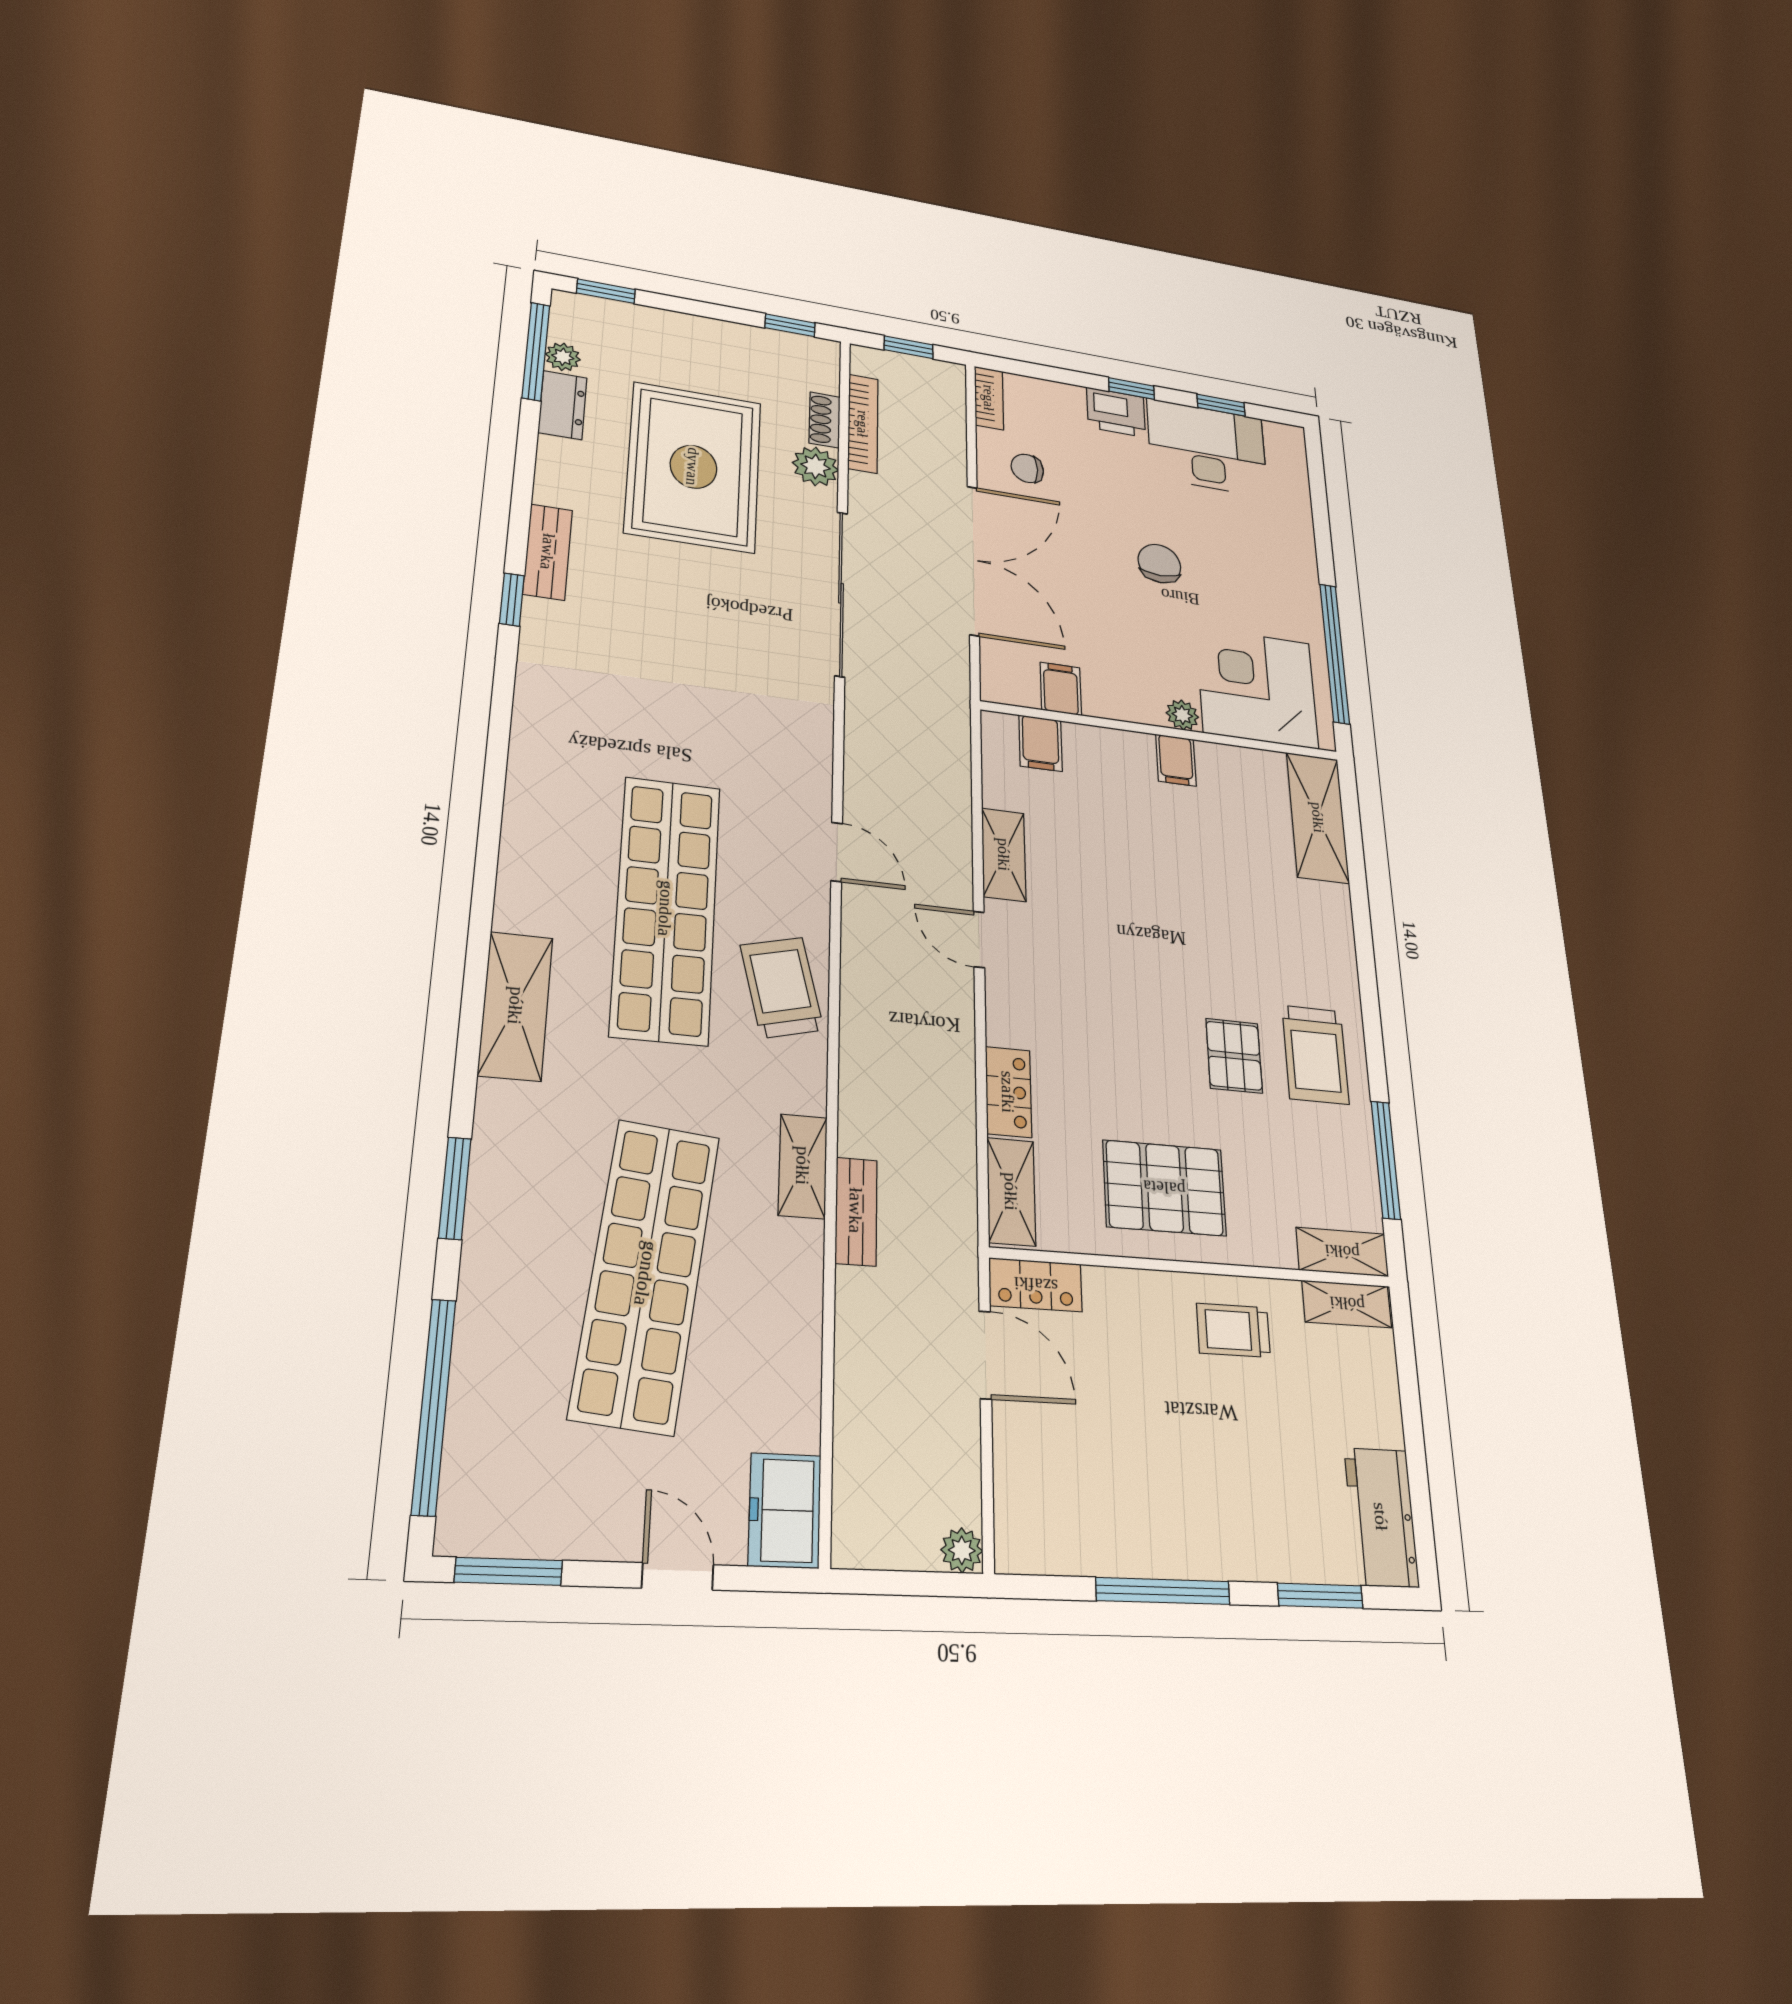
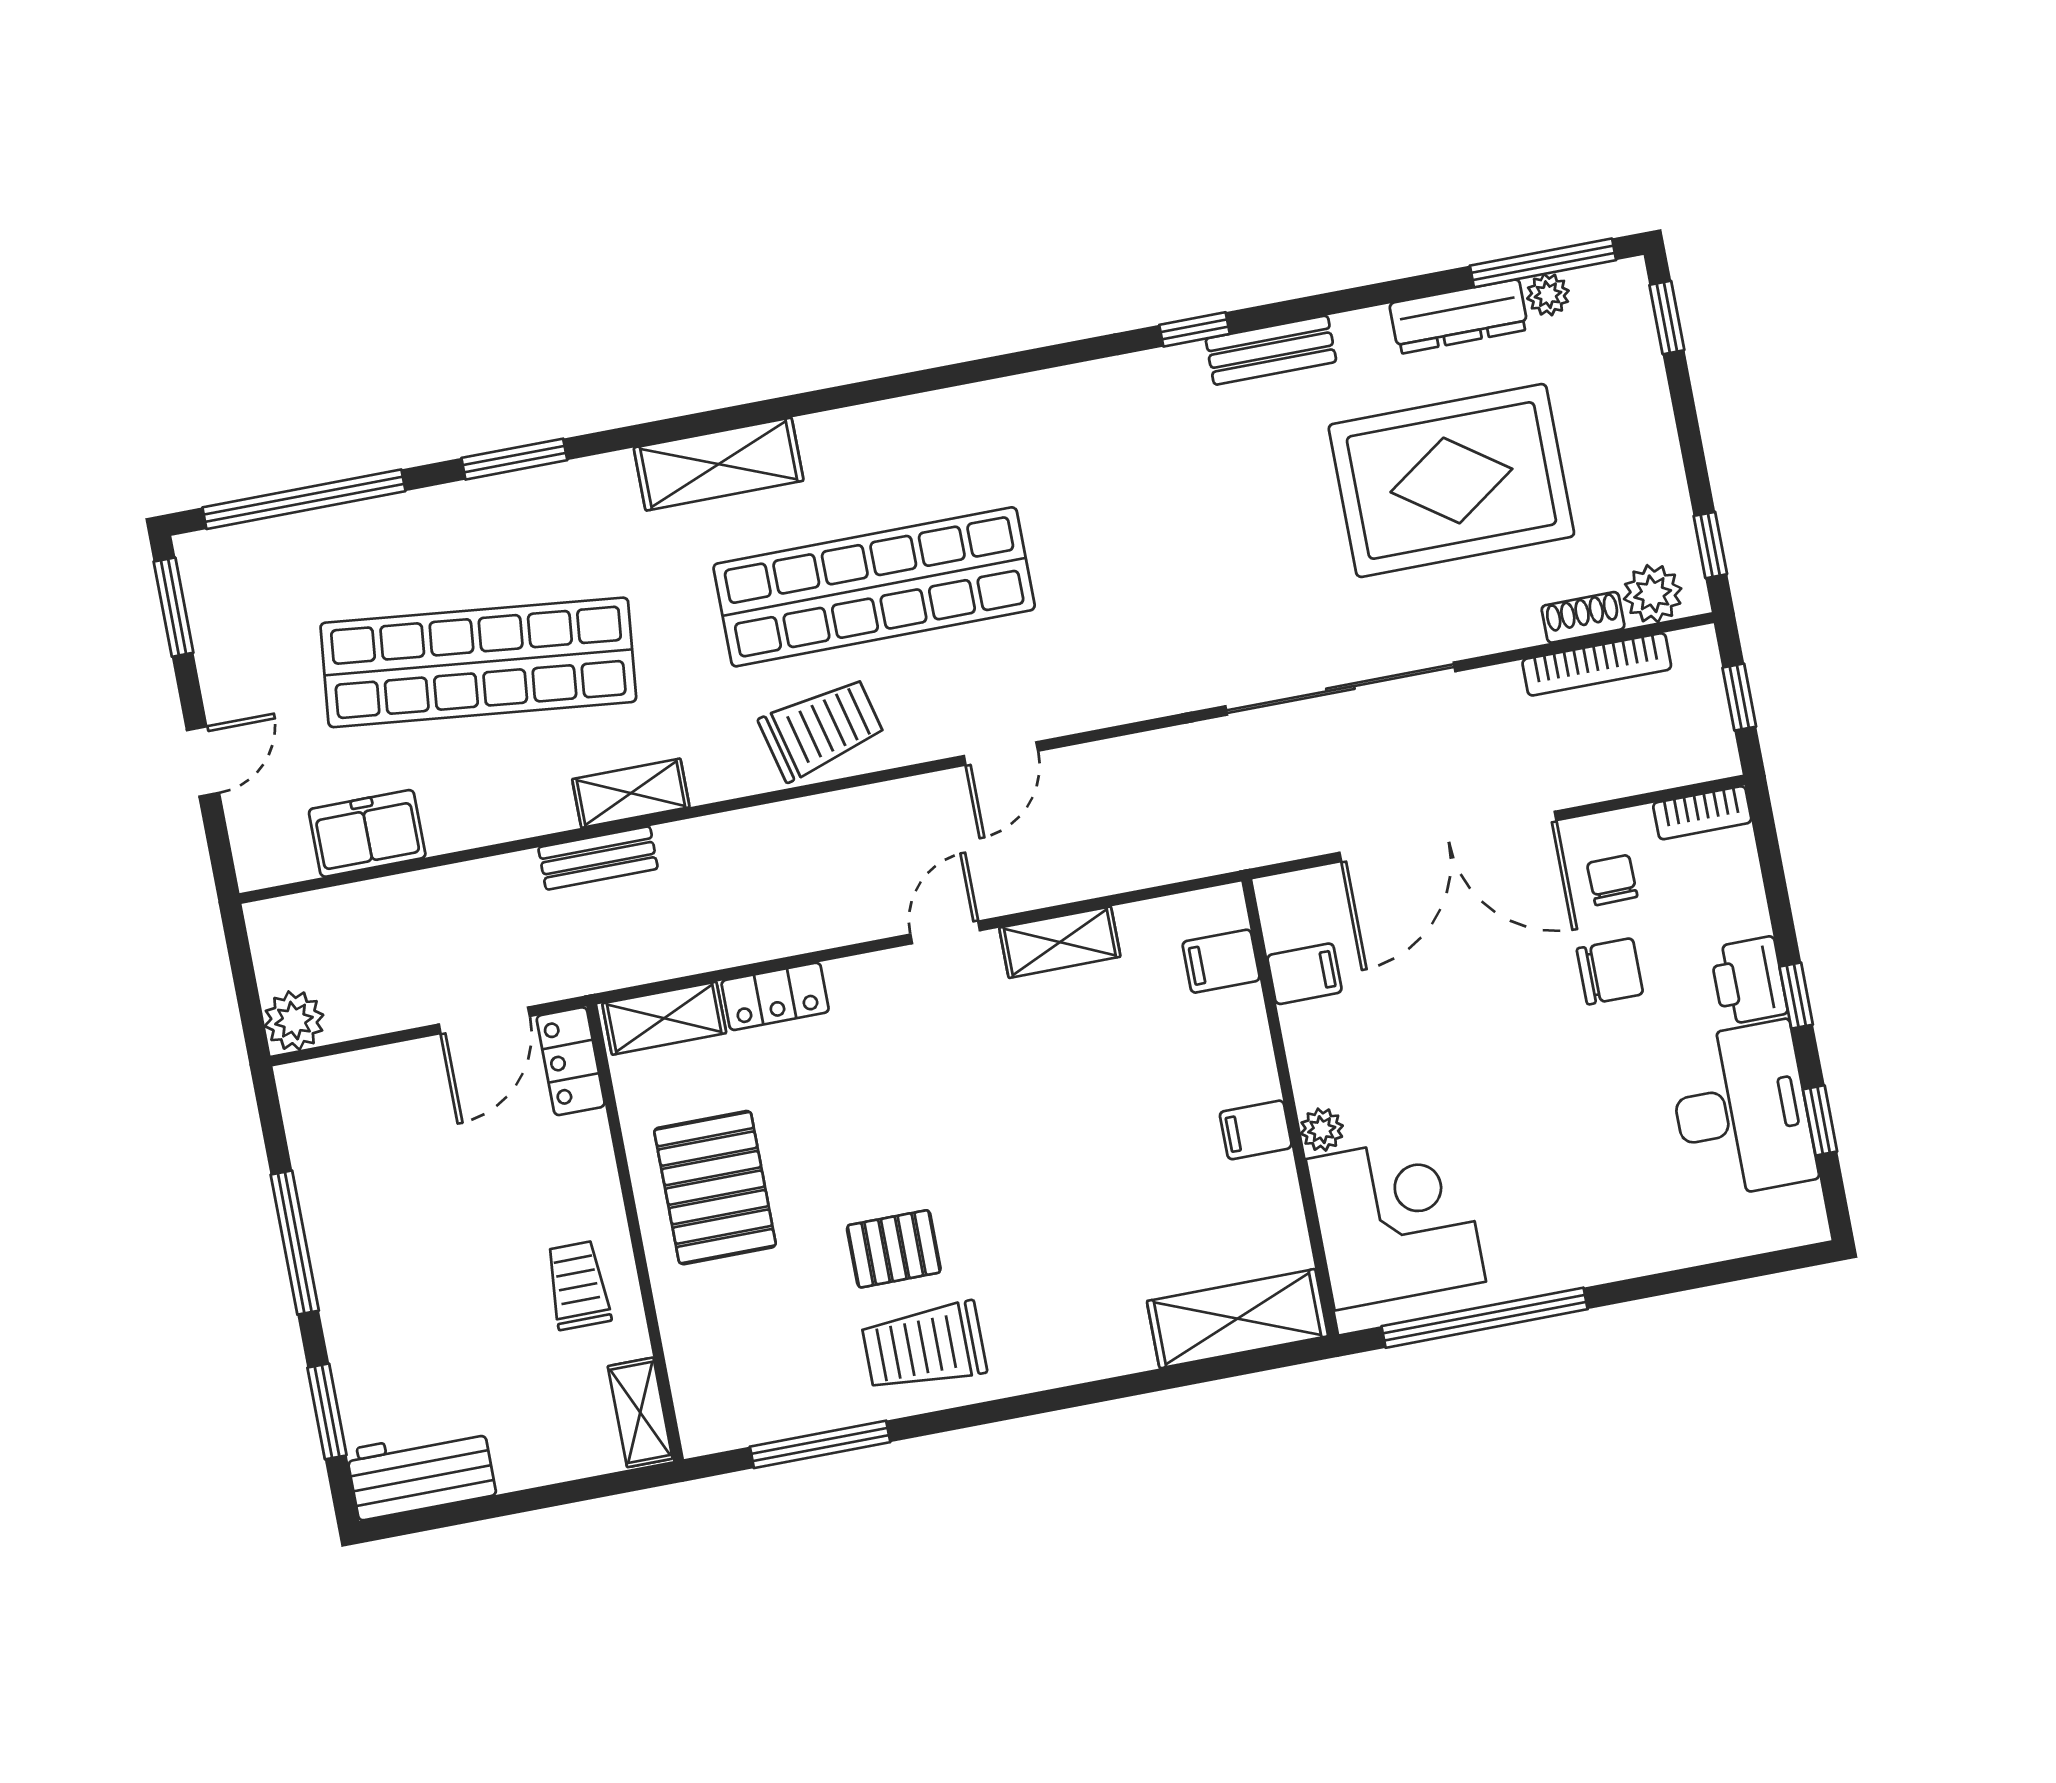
dresser: (563, 405) -> (1459, 316), width x1.44
plant: (815, 466) -> (1653, 594), moved
chair: (1159, 564) -> (1610, 971), moved
shelving: (1342, 1252) -> (698, 1402), removed
freezer: (785, 1510) -> (367, 833), moved
plant: (962, 1550) -> (294, 1021), width x1.38, depth x1.38

